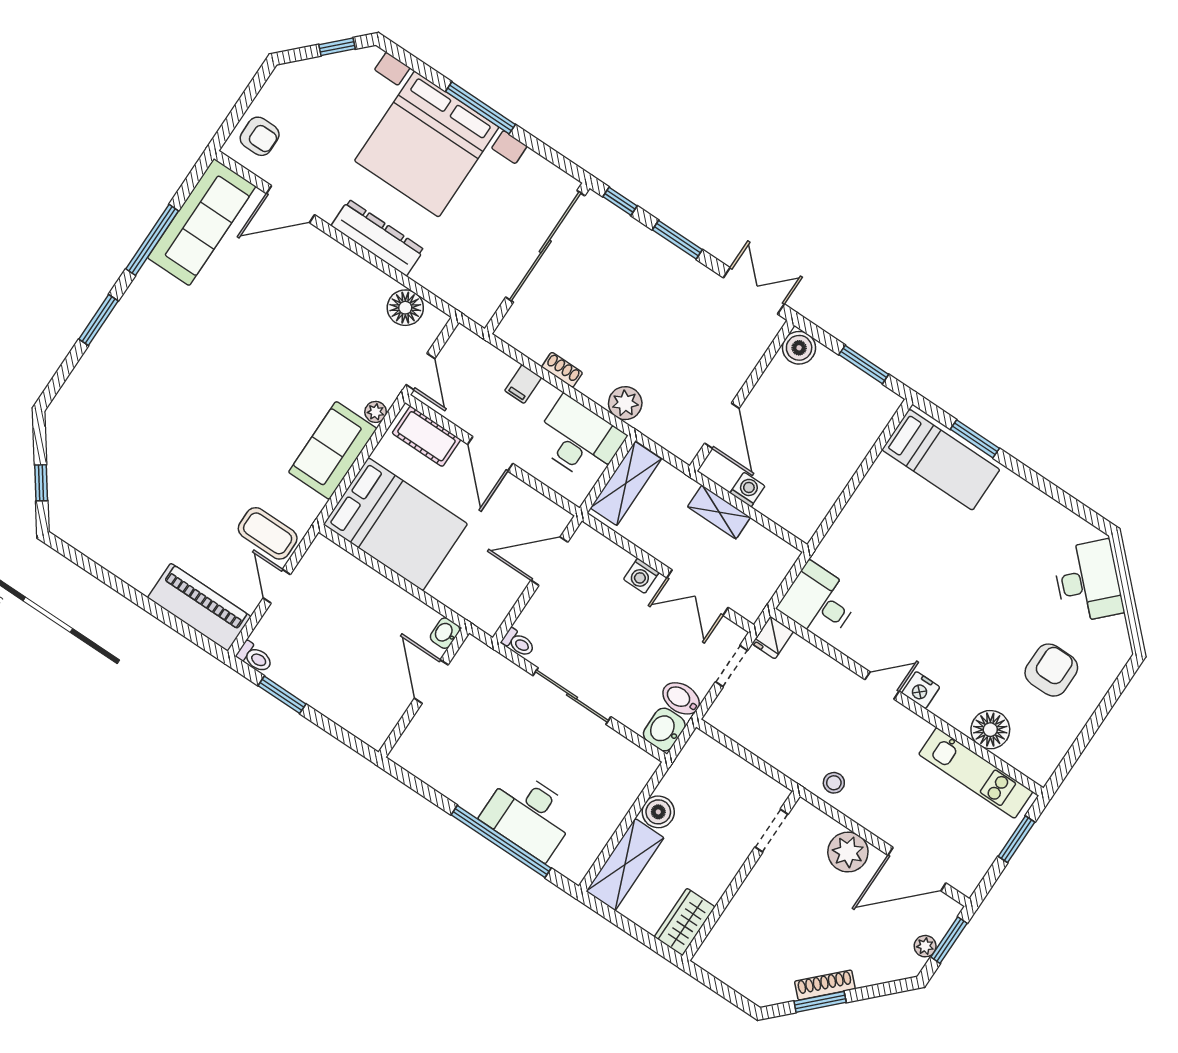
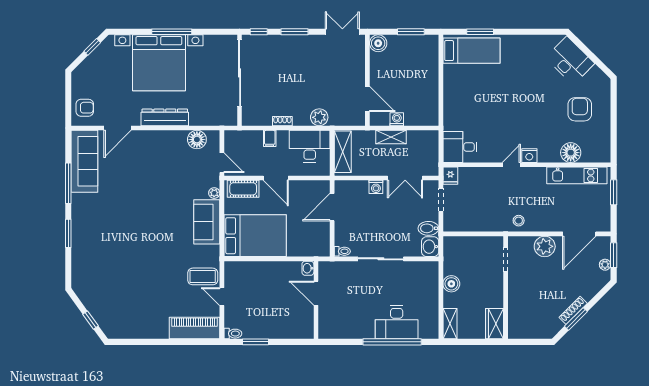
shelving: (625, 865) -> (450, 324), width x0.67, depth x0.75

